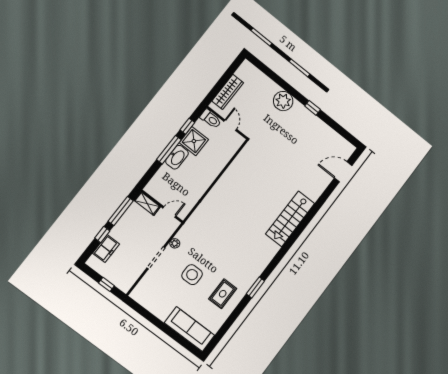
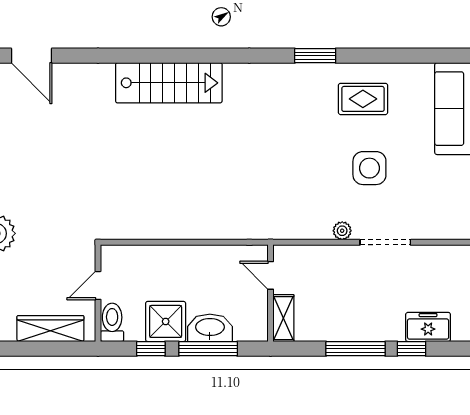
shelving: (147, 204) -> (283, 318), moved
wall: (162, 206) -> (271, 293), moved
door: (169, 212) -> (271, 275), moved

